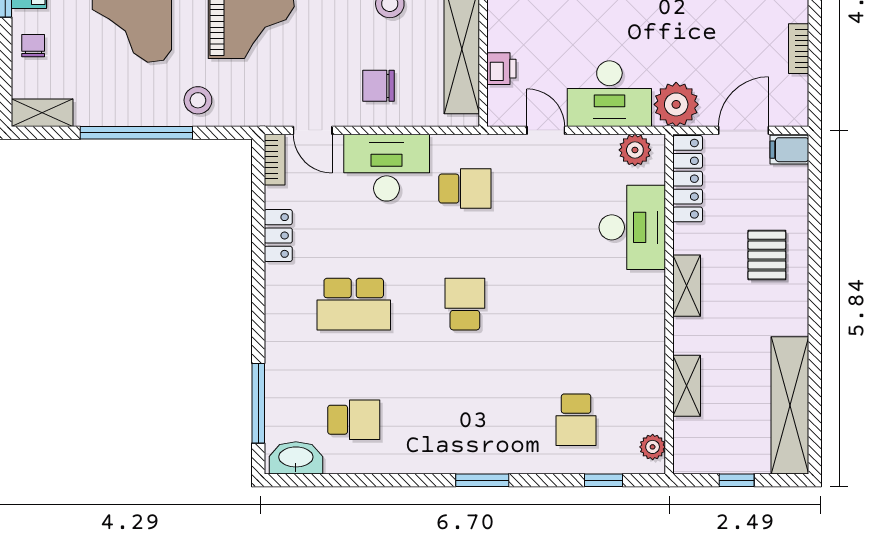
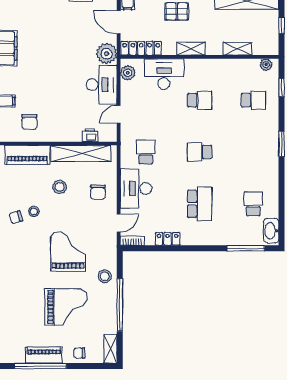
school desk: (576, 304) -> (200, 100), added

